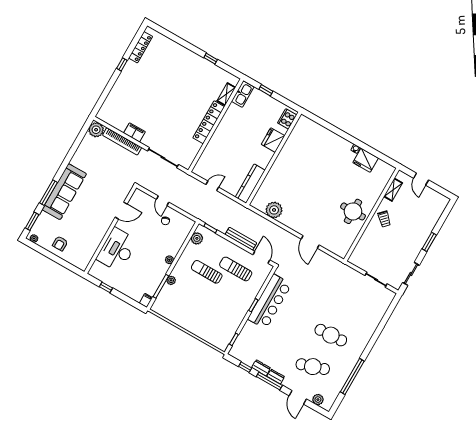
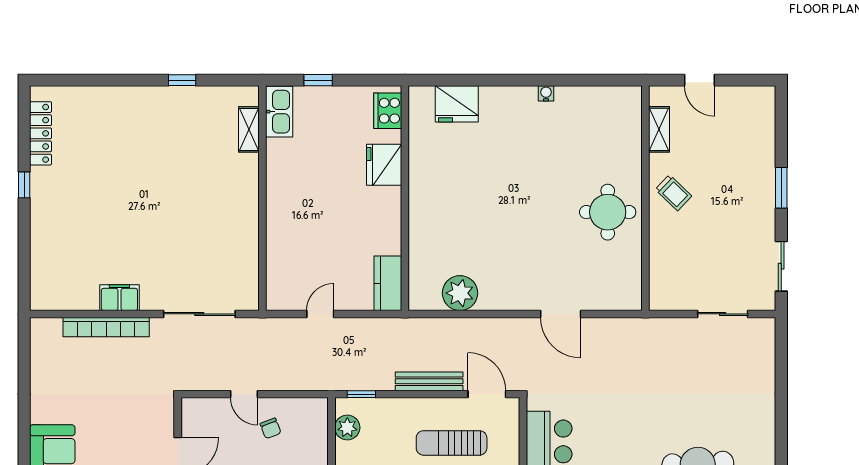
locker: (209, 122) -> (246, 200), removed
plant: (96, 130) -> (46, 333), removed
fridge: (366, 160) -> (457, 104), moved
kitchen counter: (250, 184) -> (388, 283), width x0.67

